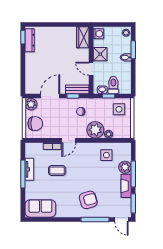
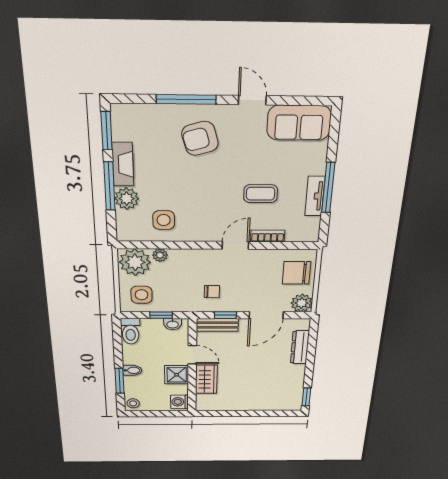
wardrobe: (83, 37) -> (206, 379), moved
dresser: (30, 40) -> (300, 347), moved
toilet: (113, 85) -> (130, 331), moved
plant: (95, 130) -> (135, 262), moved
door: (121, 219) -> (252, 100), moved

